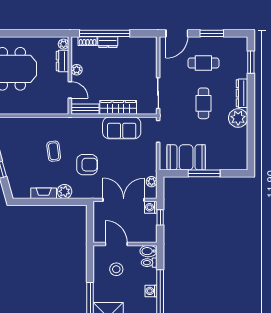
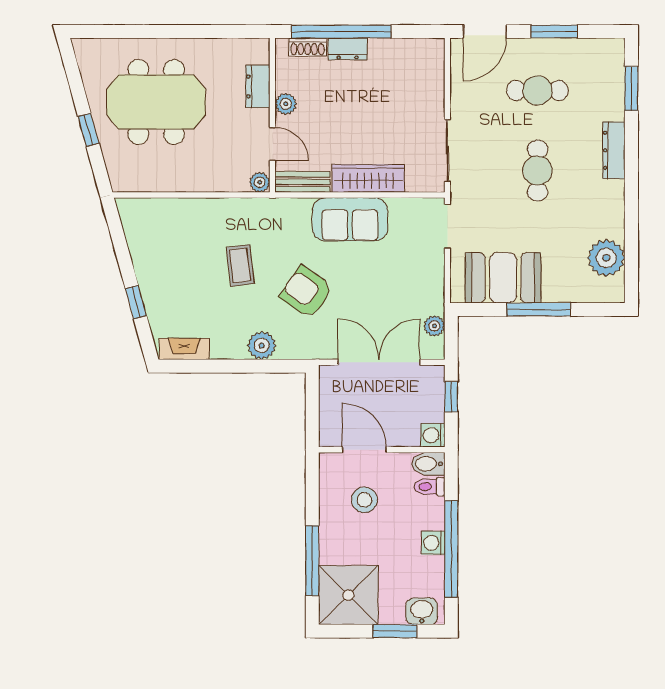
plant: (64, 44) -> (260, 182), moved
plant: (238, 118) -> (606, 258), moved
sofa: (122, 128) -> (350, 219), moved
armchair: (87, 165) -> (306, 292), turned -145
fireplace: (44, 193) -> (184, 349), moved
washing machine: (151, 207) -> (433, 435), moved

